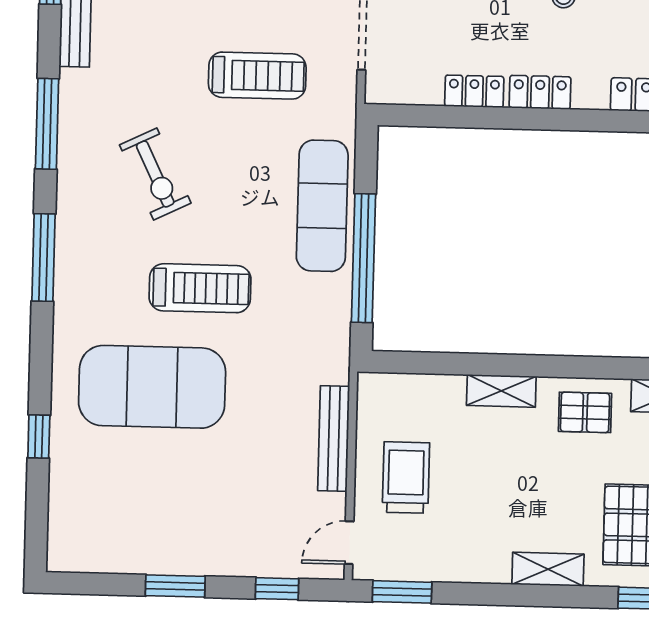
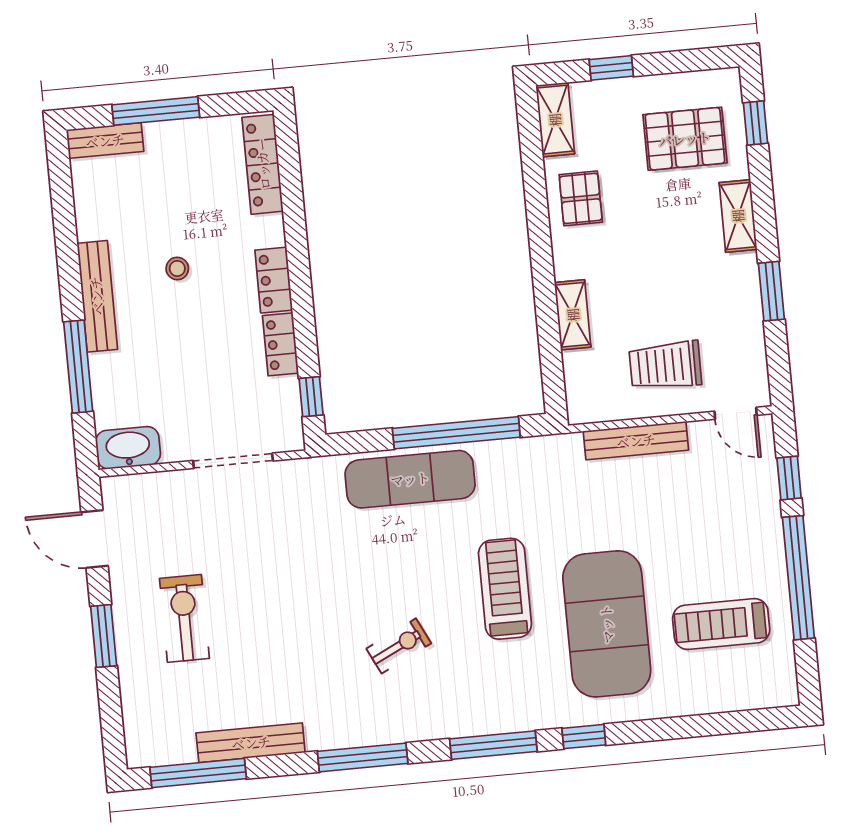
treadmill: (257, 76) -> (721, 624), moved, turned -90
window: (418, 116) -> (311, 397), added
exercise bike: (155, 174) -> (399, 646), width x0.73, depth x0.72
shelving: (501, 391) -> (573, 315), moved
window: (39, 437) -> (584, 737), moved
window: (175, 586) -> (798, 578), width x2.11
window: (402, 592) -> (771, 291), moved

